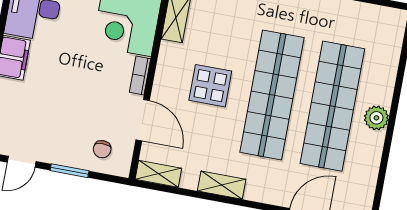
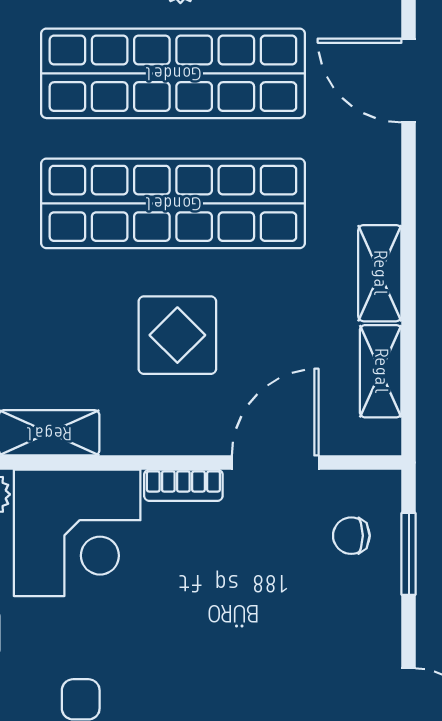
chair: (102, 149) -> (351, 536), turned 180
window: (69, 171) -> (409, 554), moved
shelving: (158, 174) -> (381, 371), moved

